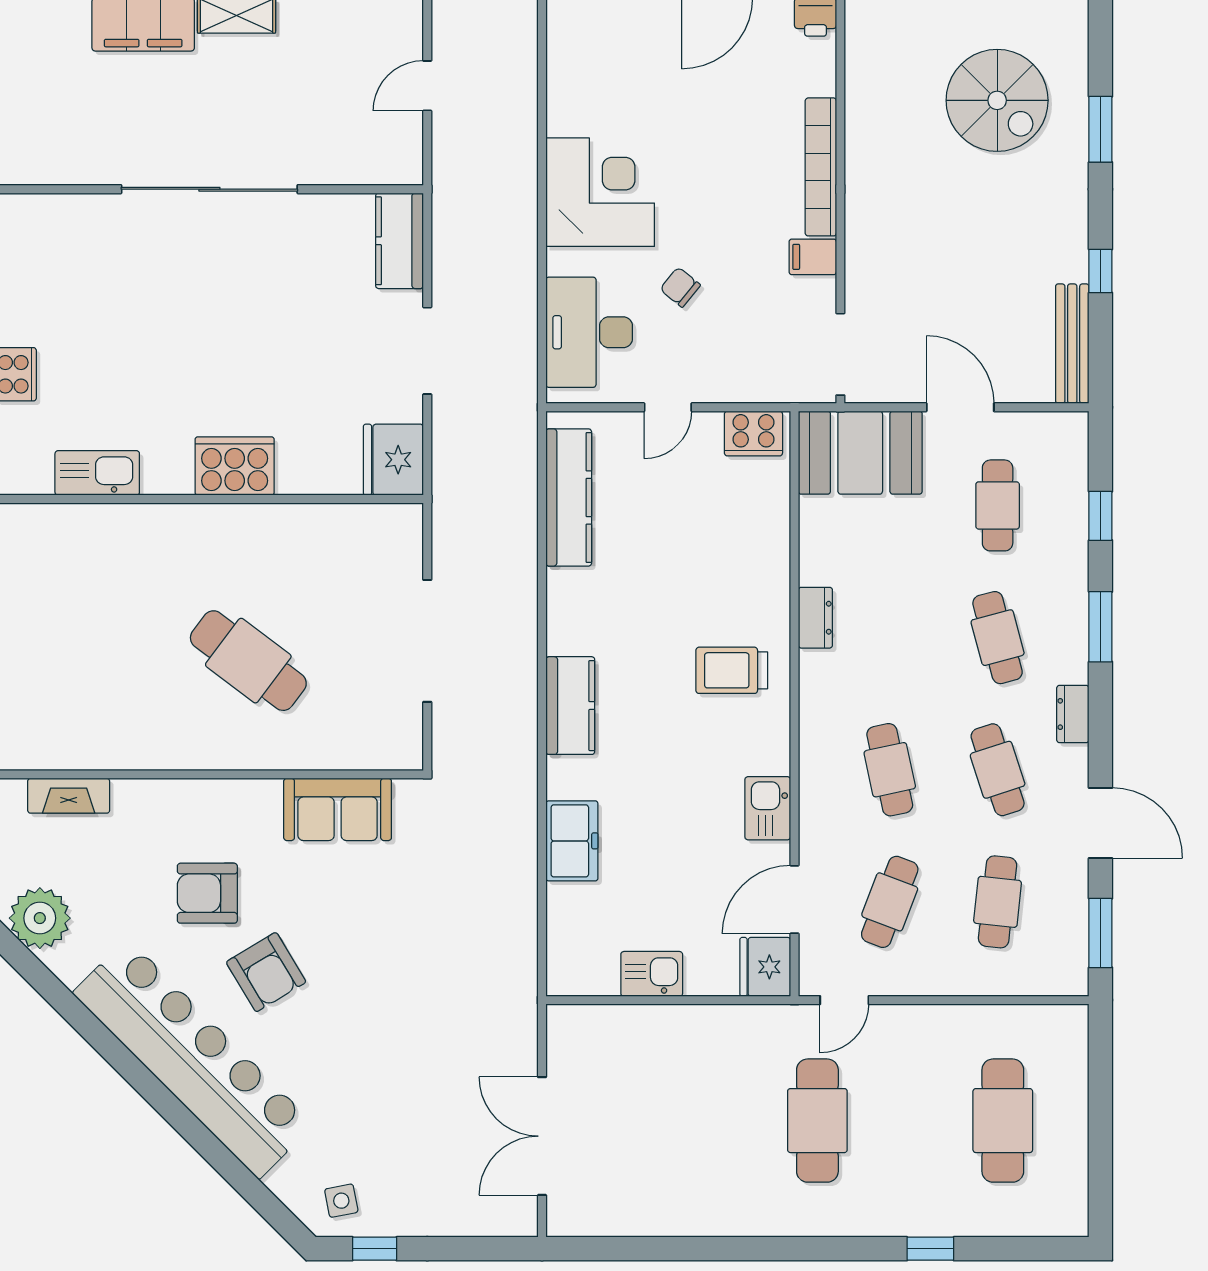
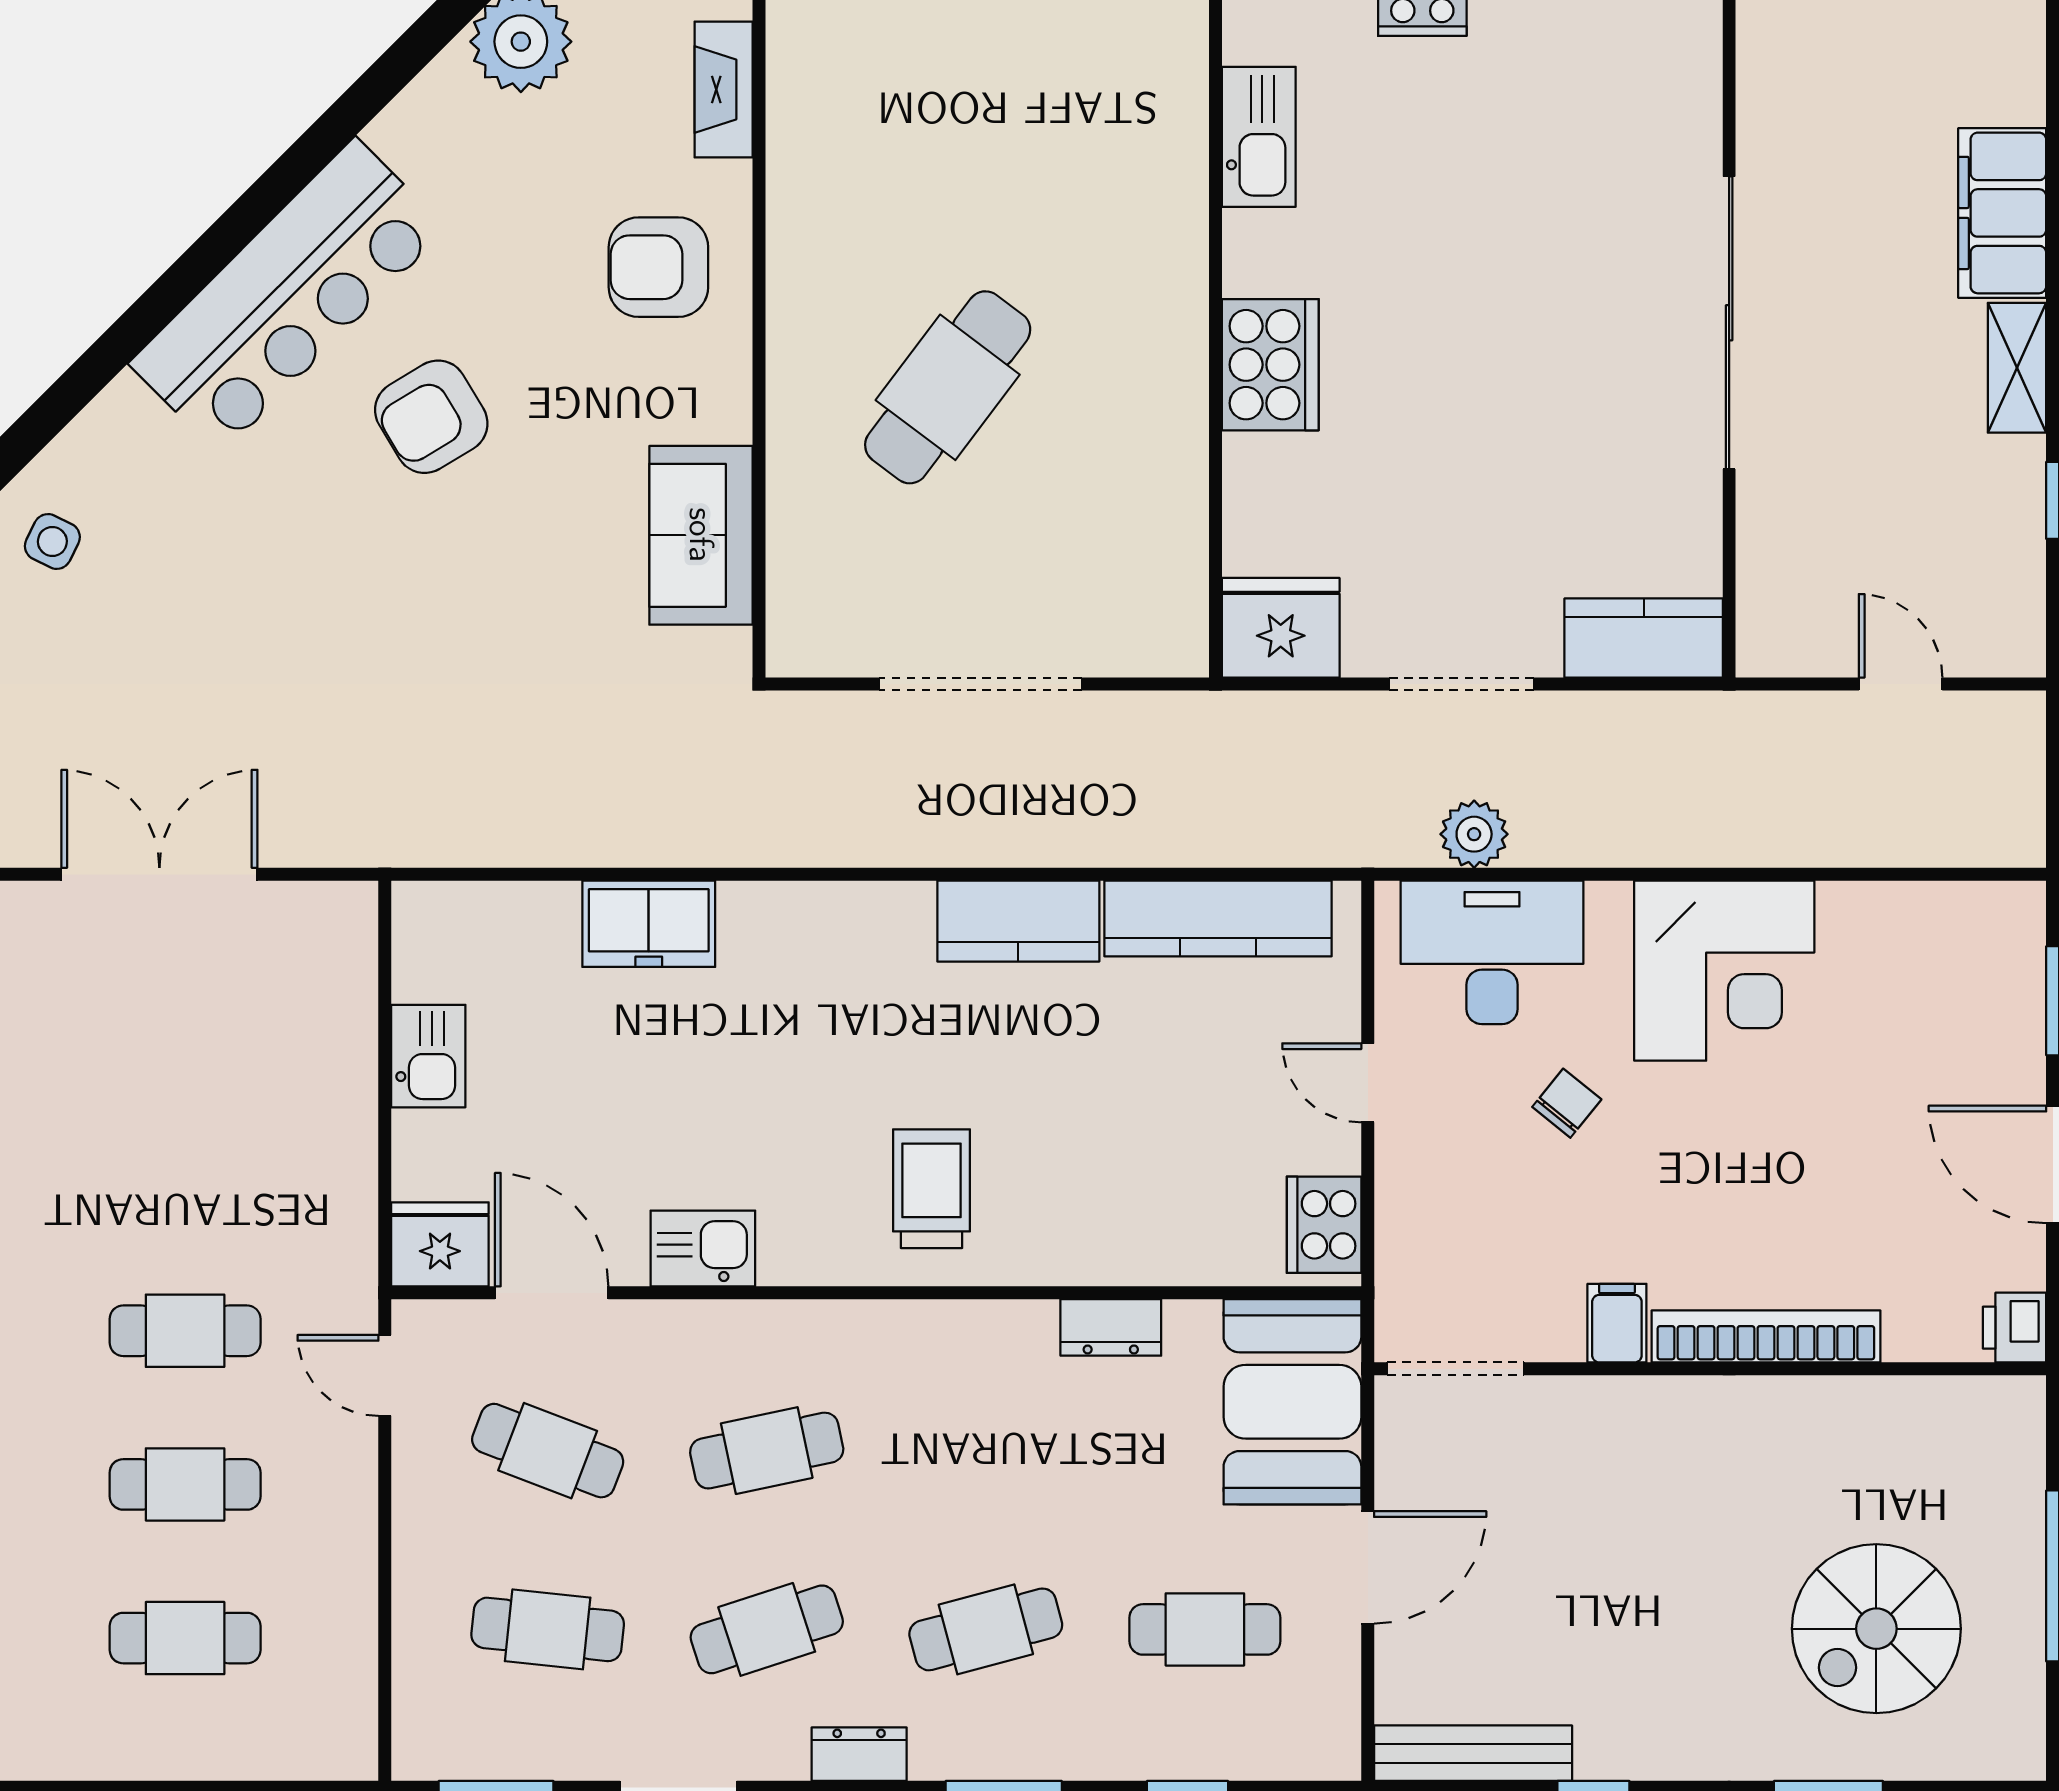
plant: (518, 343) -> (1474, 834), added
dresser: (815, 618) -> (1111, 1327), moved
kitchen counter: (570, 706) -> (1018, 921), moved
armchair: (207, 893) -> (658, 267), moved, turned -90
bar counter: (193, 1059) -> (288, 296), width x0.73
cafe table: (817, 1121) -> (185, 1331), width x0.73, depth x0.74
cafe table: (910, 1121) -> (185, 1484), added
cafe table: (1003, 1121) -> (185, 1638), width x0.73, depth x0.74
side table: (341, 1201) -> (52, 541), turned 37

